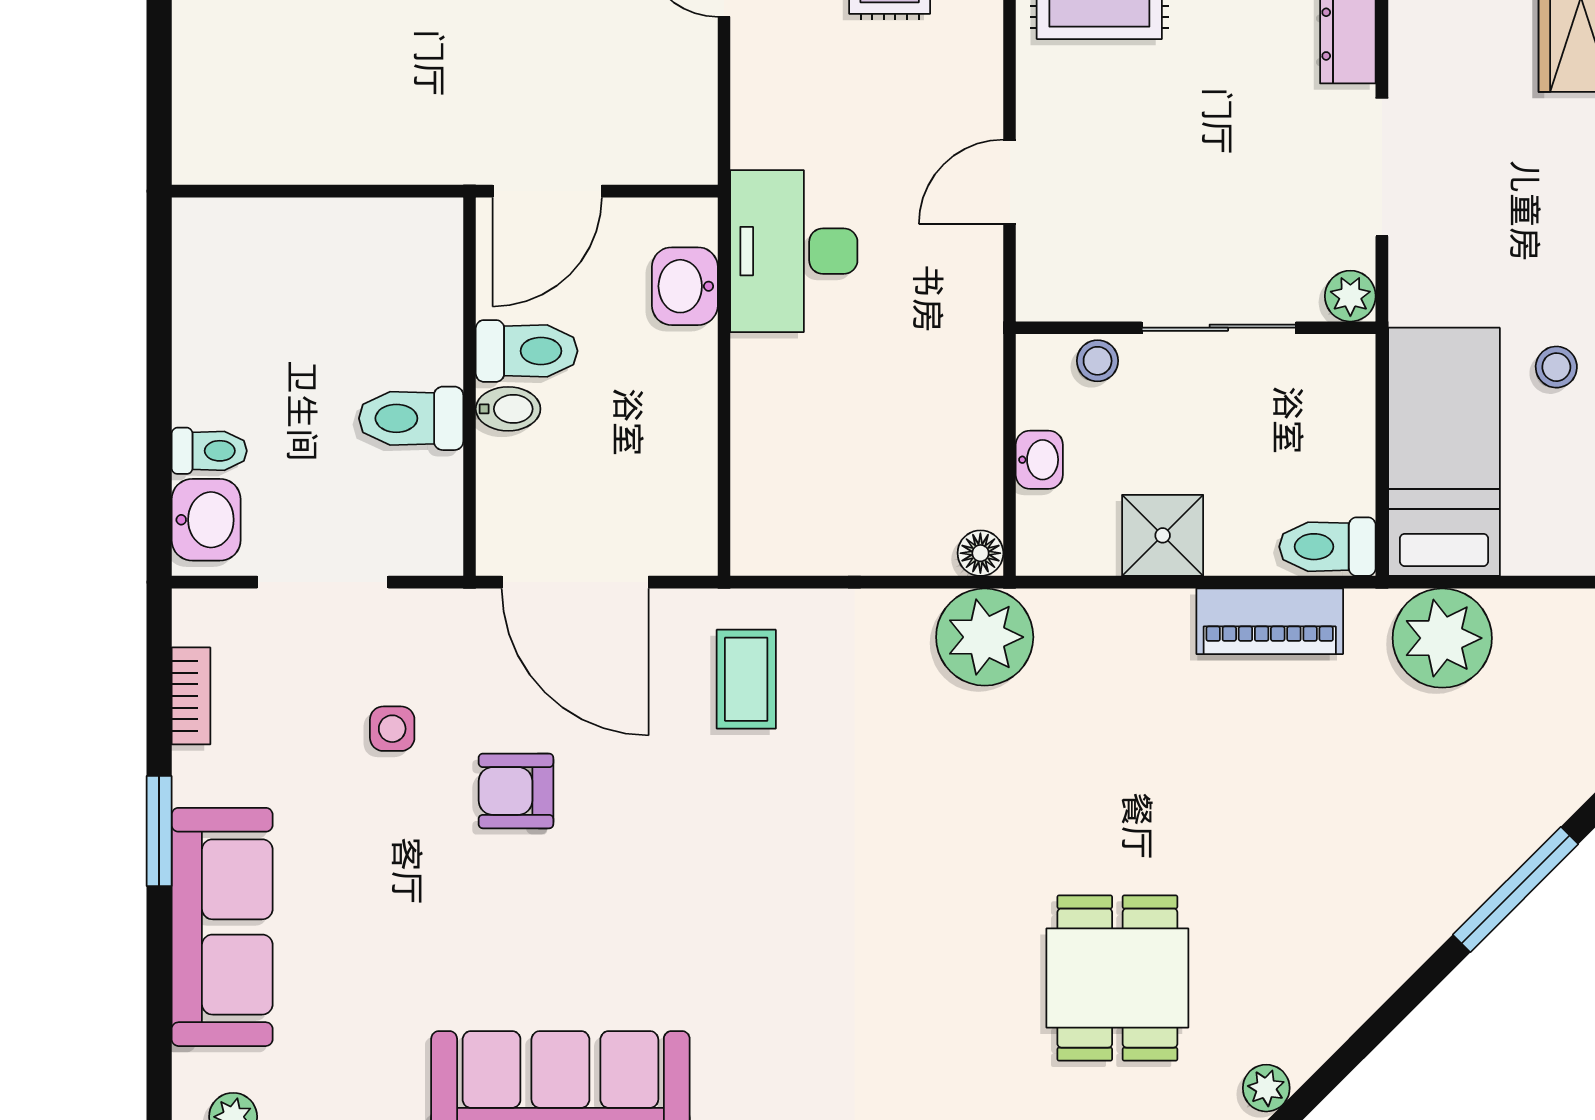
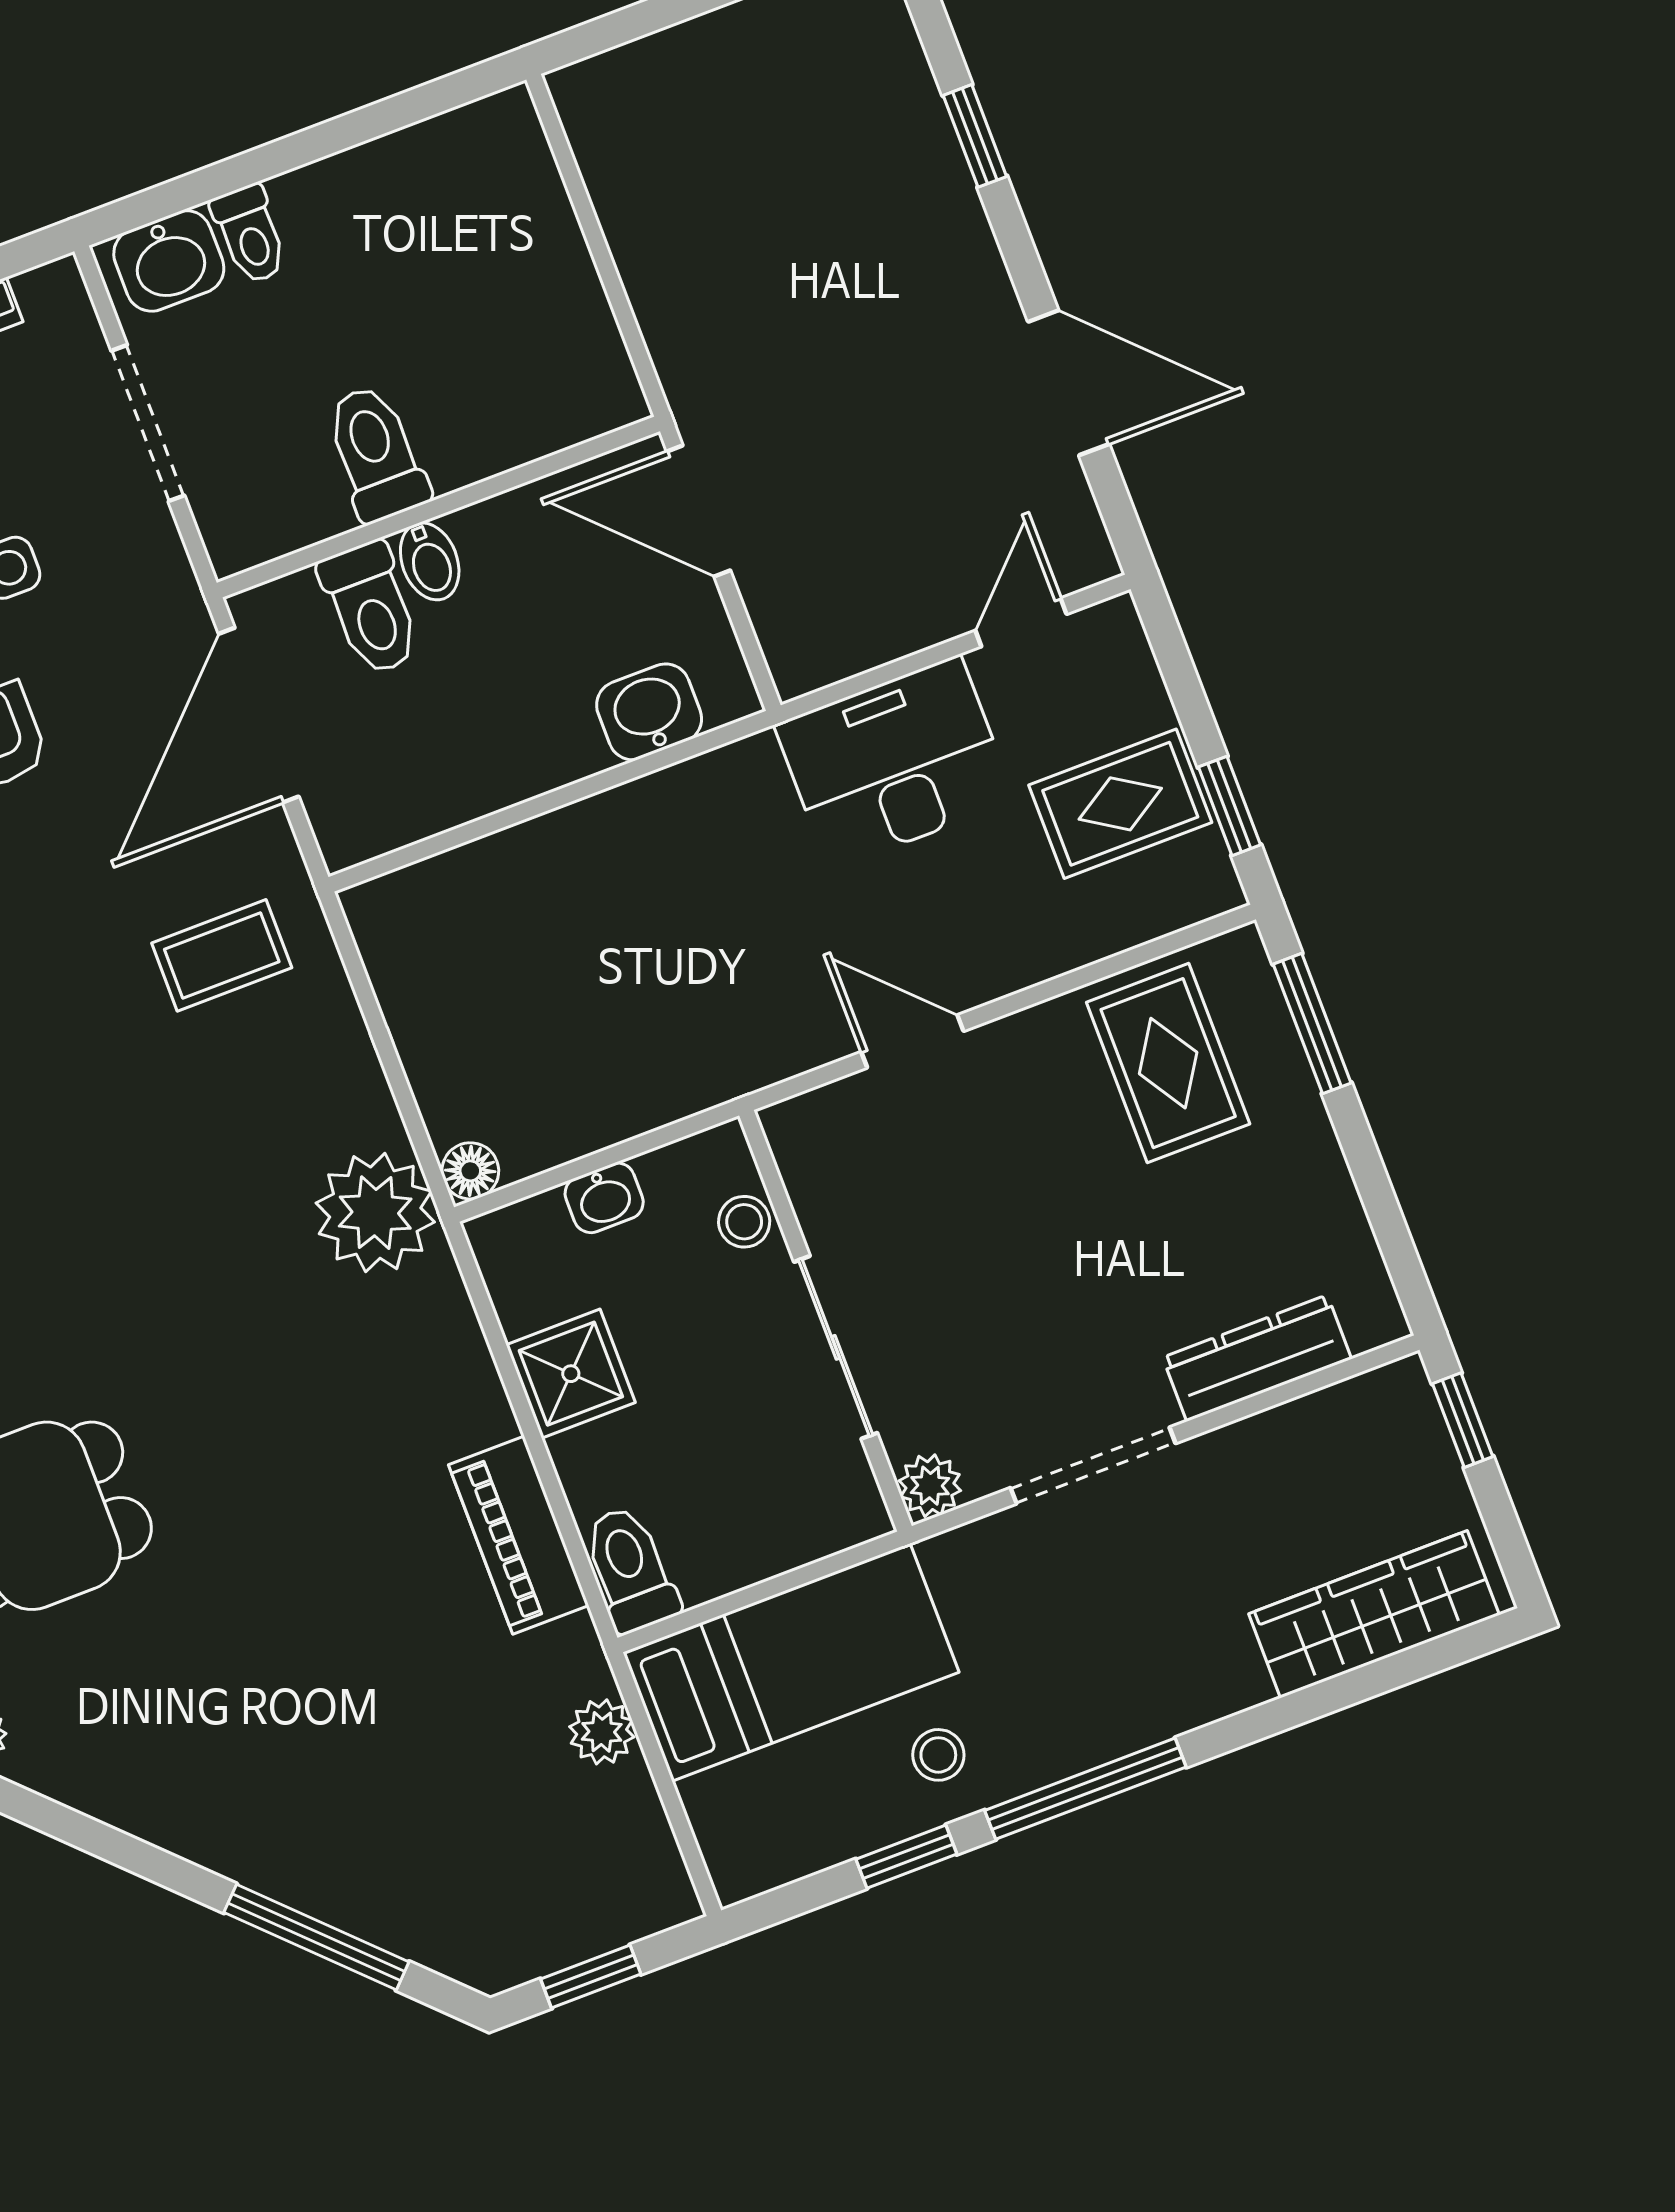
desk: (794, 251) -> (895, 763), moved
toilet: (527, 351) -> (371, 608), moved
plant: (1442, 638) -> (602, 1732), width x0.53, depth x0.53

